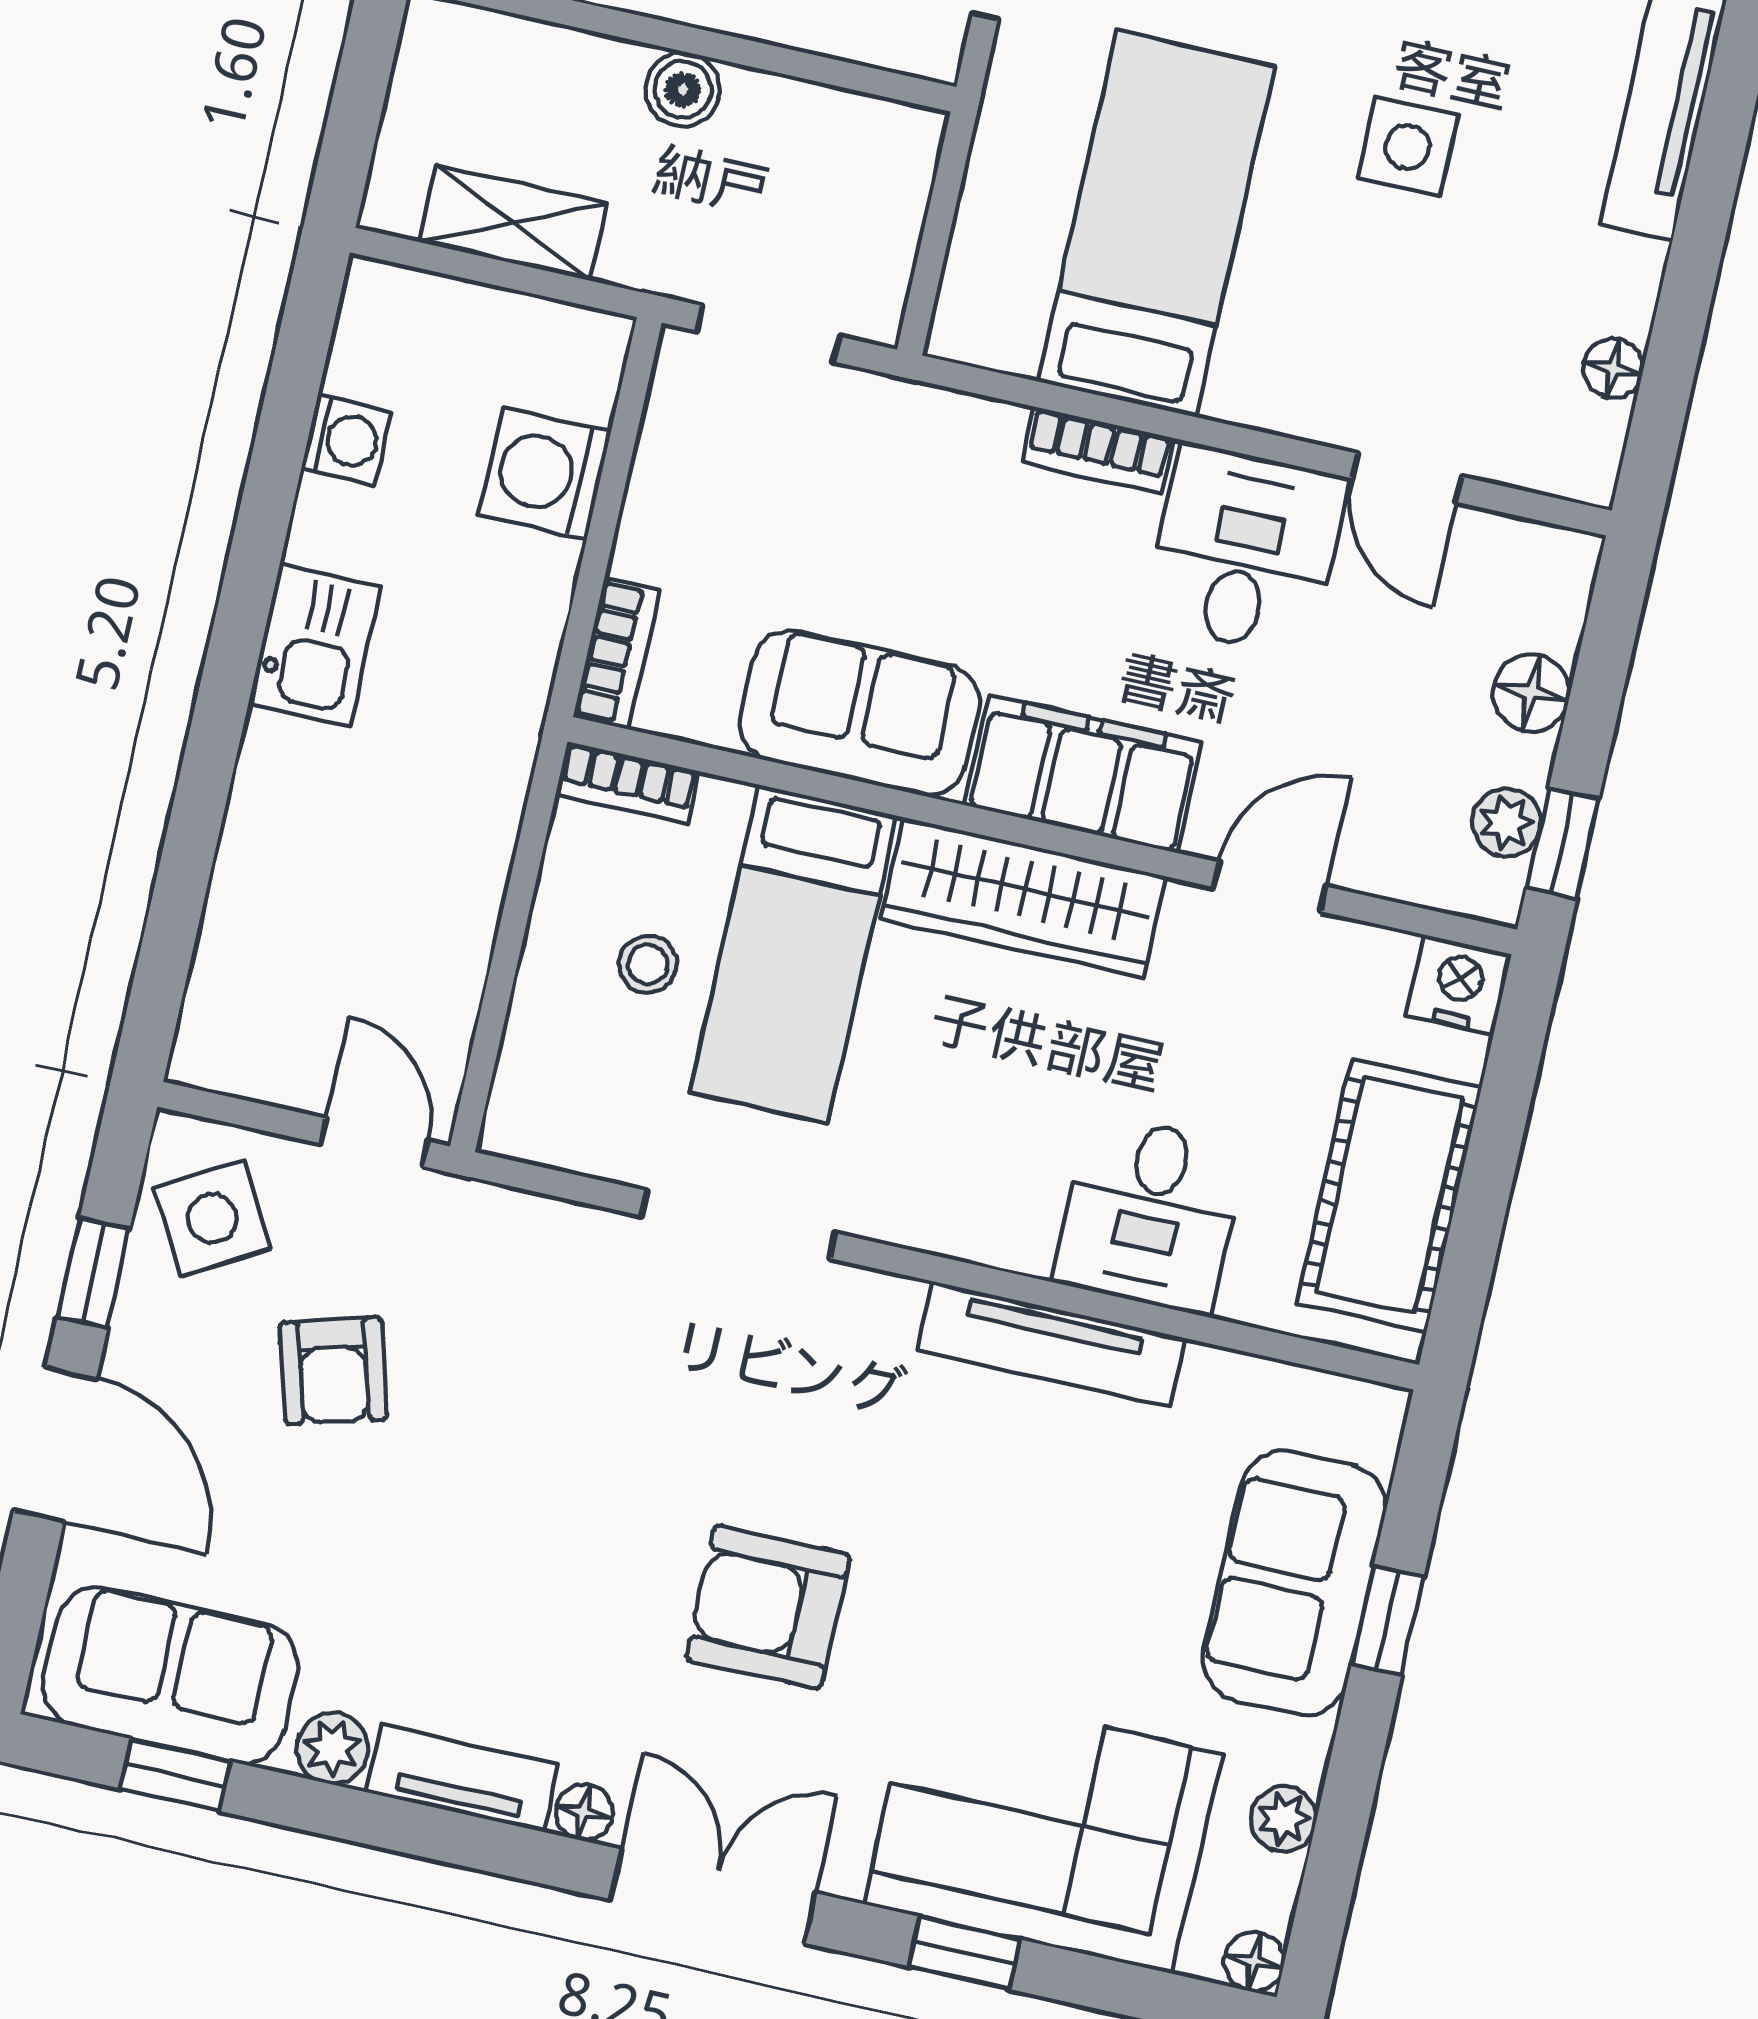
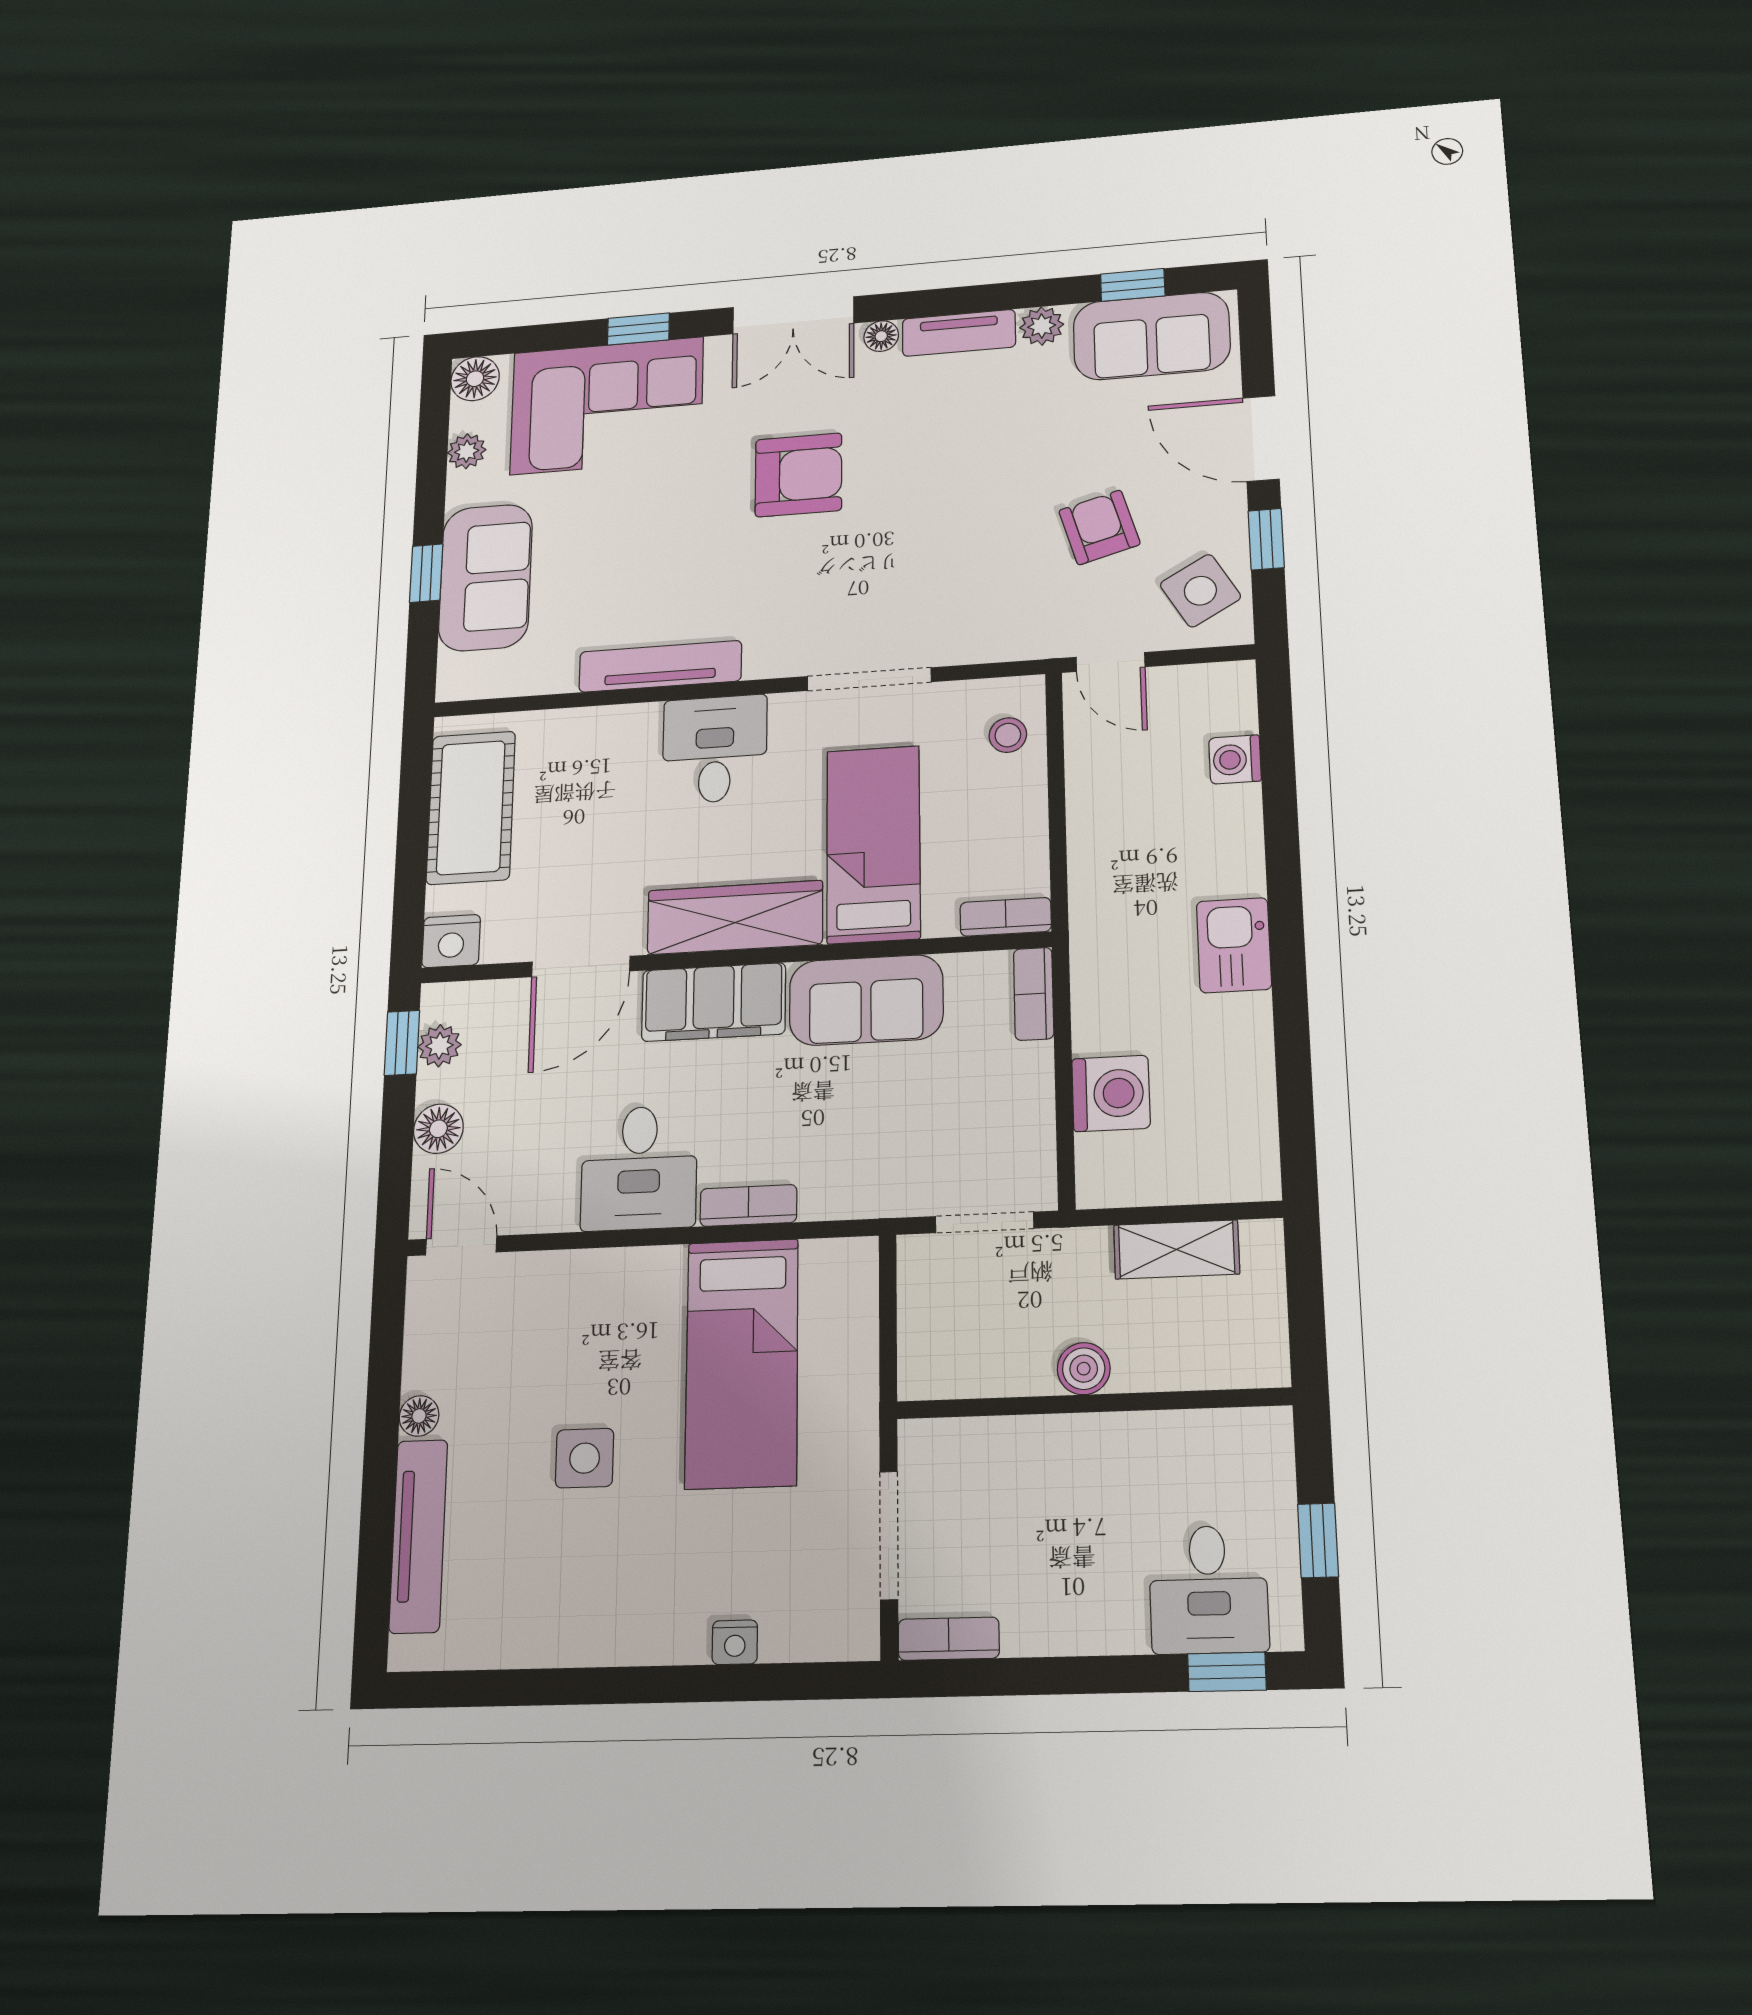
floor lamp: (1613, 368) -> (419, 1416), moved
washing machine: (346, 440) -> (1235, 760), moved
door: (1407, 478) -> (461, 1246), moved
door: (1270, 887) -> (581, 966), width x1.38
stool: (648, 964) -> (1008, 735), moved
desk: (1150, 1214) -> (715, 749), moved
floor lamp: (1254, 1962) -> (475, 379), width x1.37, depth x1.37

